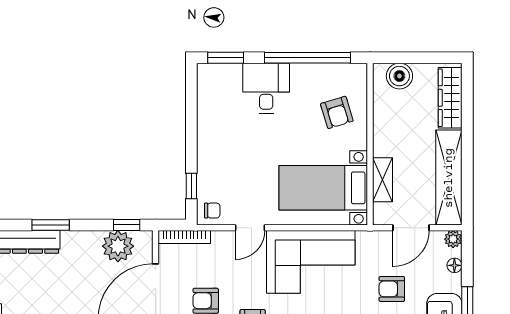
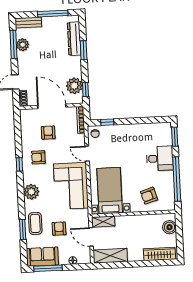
shelving: (449, 178) -> (110, 256), width x0.68
shelving: (383, 180) -> (103, 222), moved
plant: (453, 239) -> (86, 259), removed

